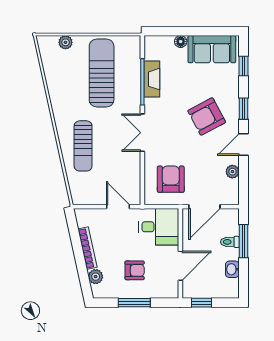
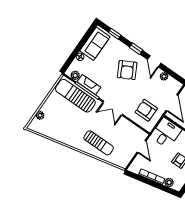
plant: (151, 52) -> (75, 75), added
sun lounger: (102, 73) -> (75, 96), moved
door: (118, 207) -> (141, 147), swing flipped

